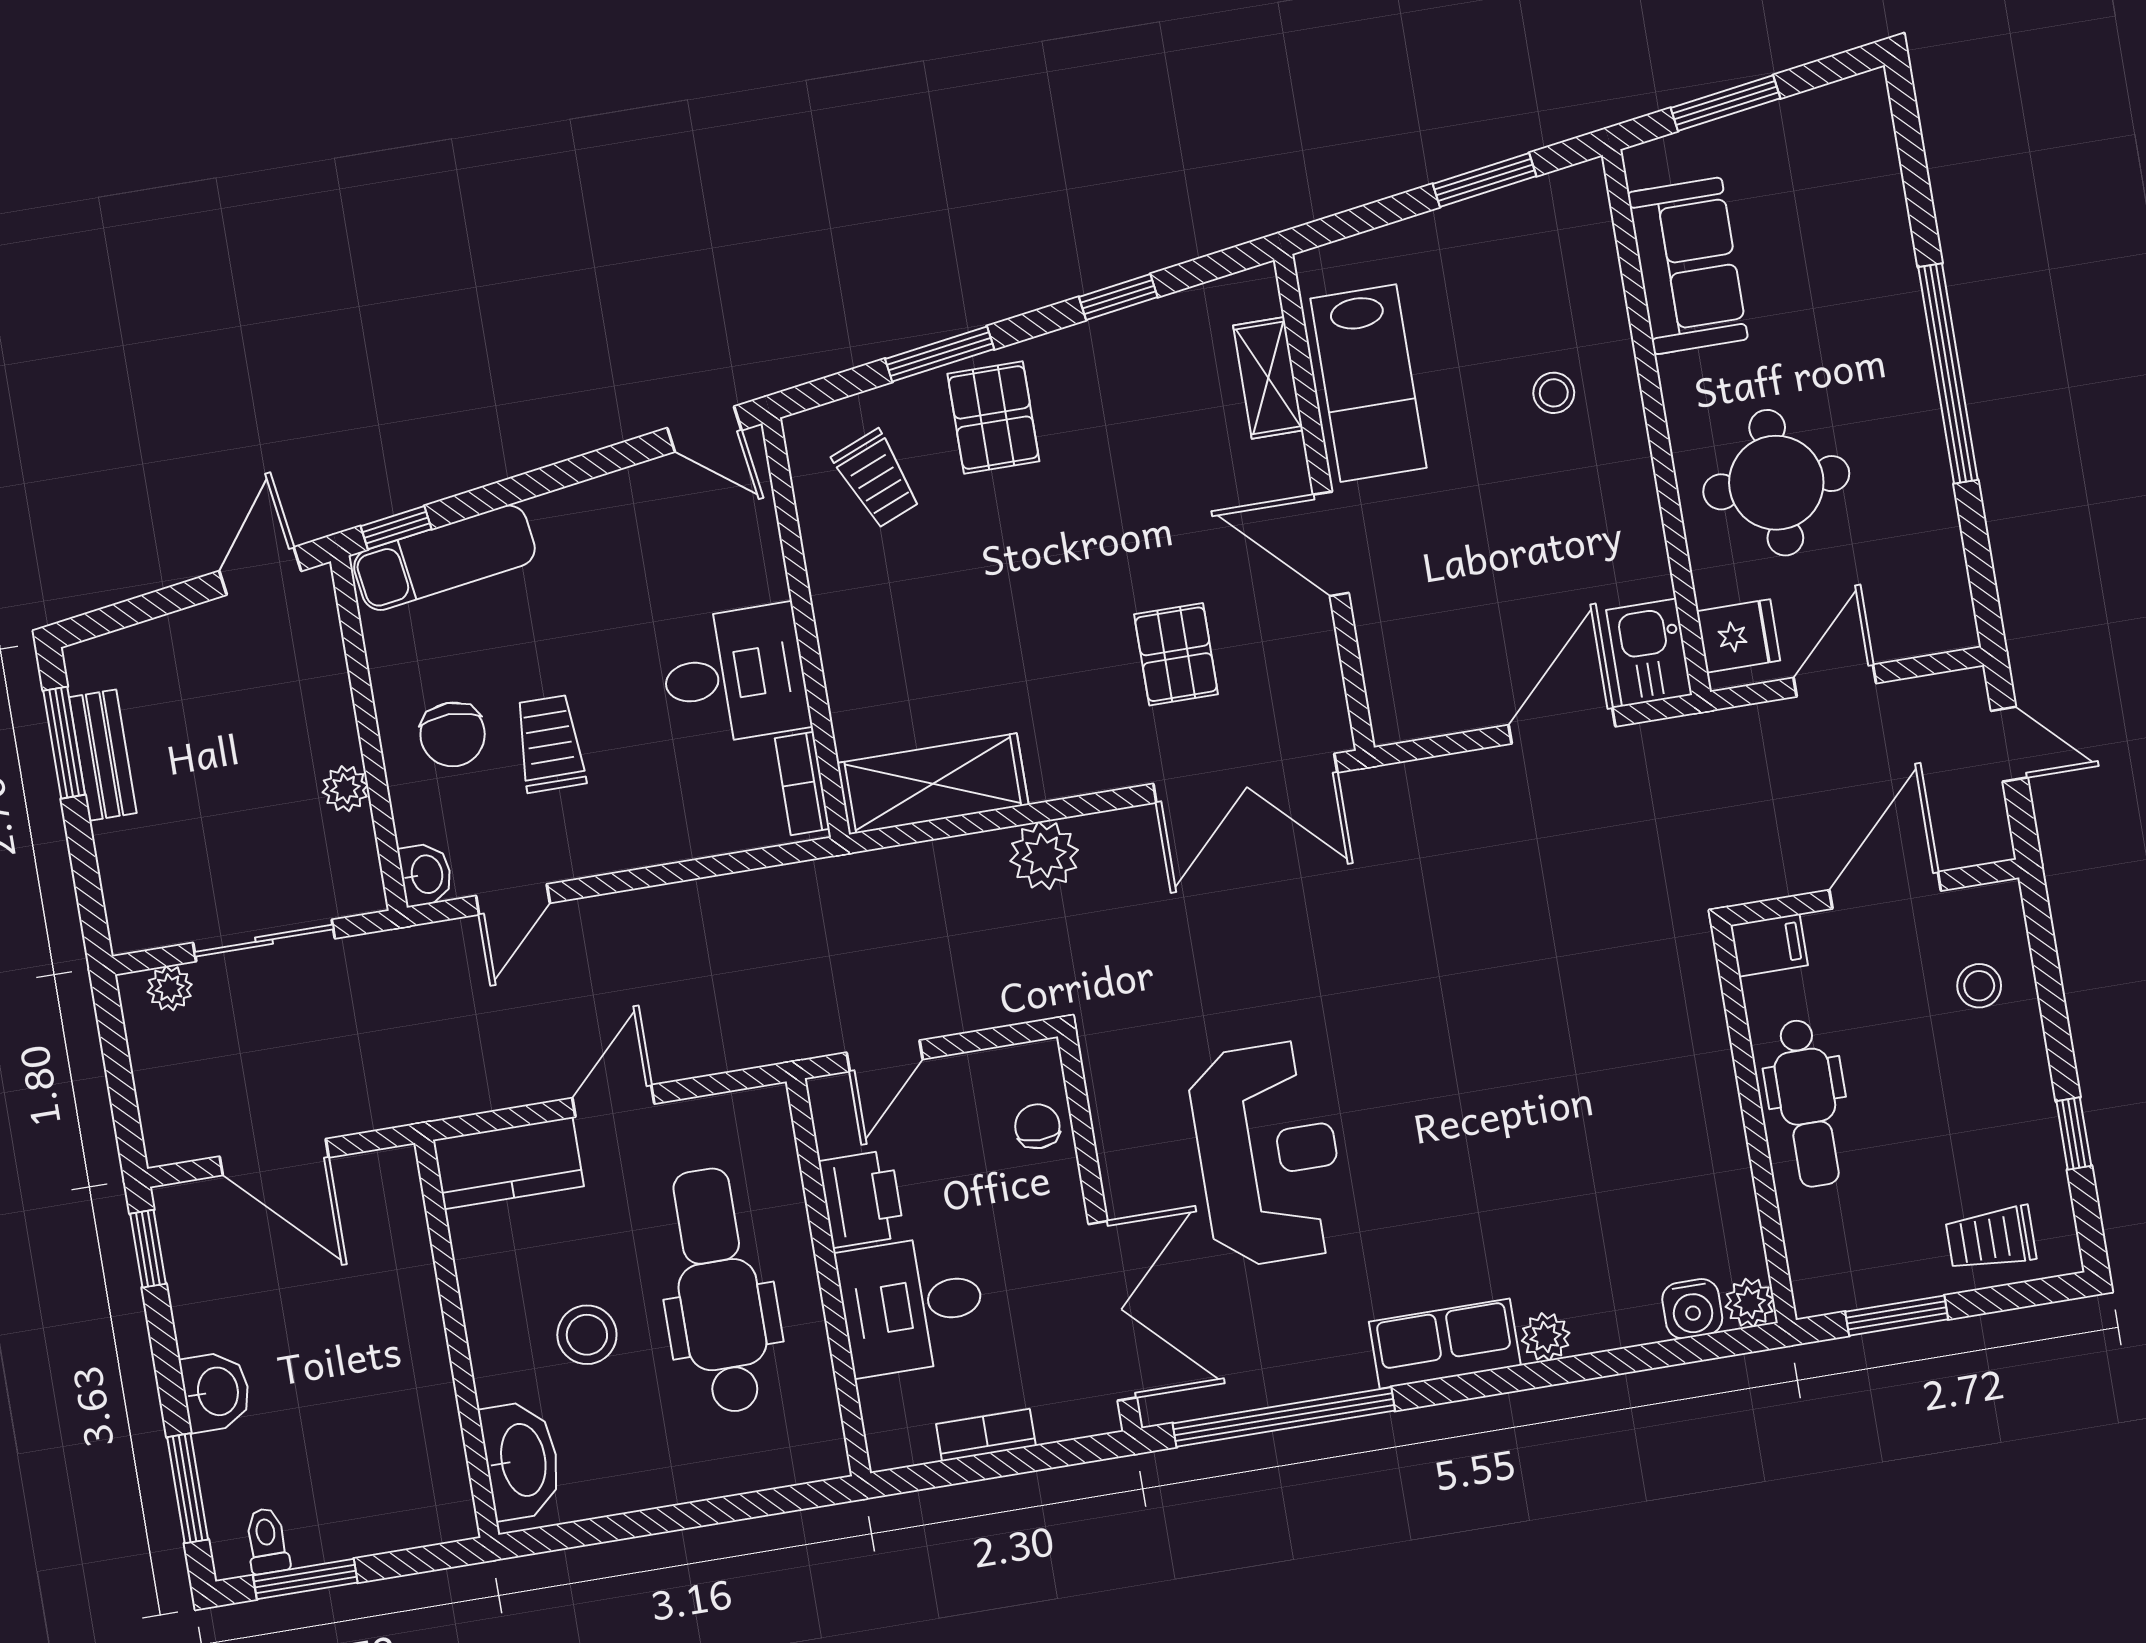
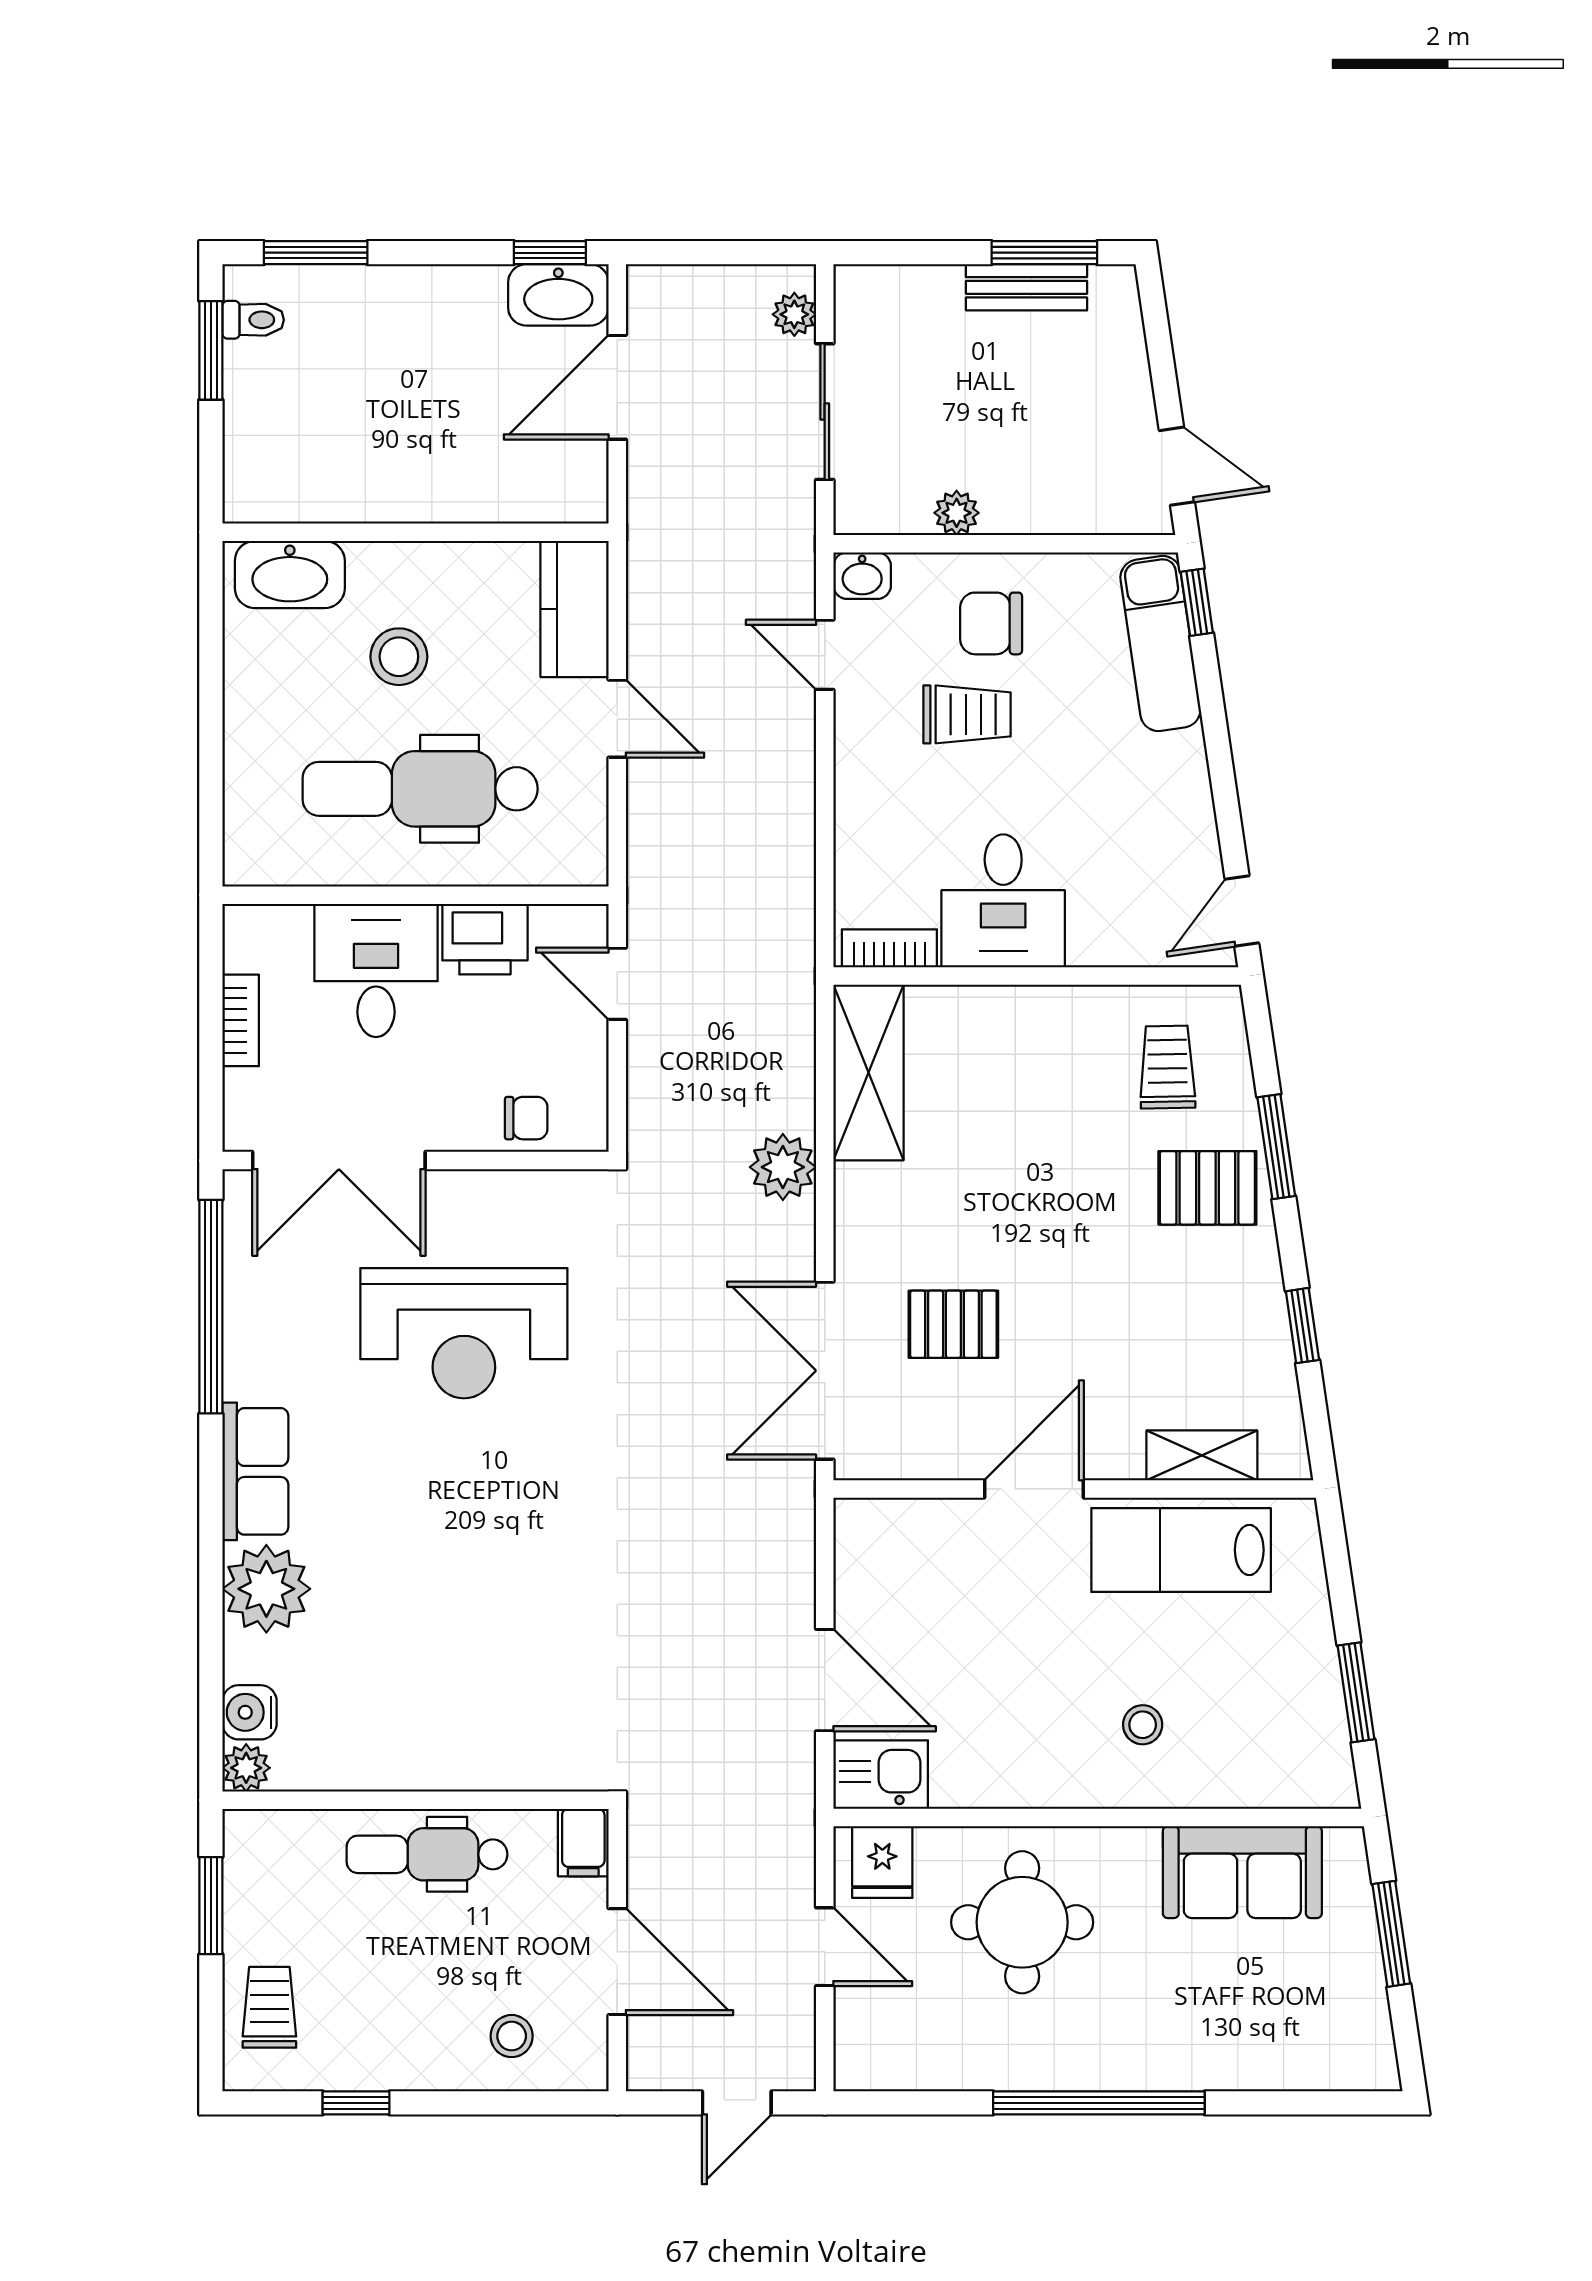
trolley: (877, 479) -> (1167, 1067), turned 111
dental chair: (719, 1291) -> (420, 789), turned 180
plant: (1546, 1337) -> (266, 1589), width x1.88, depth x1.88
washbasin: (216, 1392) -> (558, 295), moved, width x1.38

